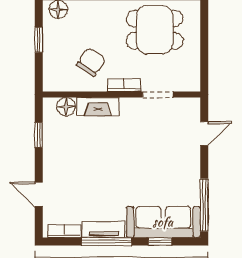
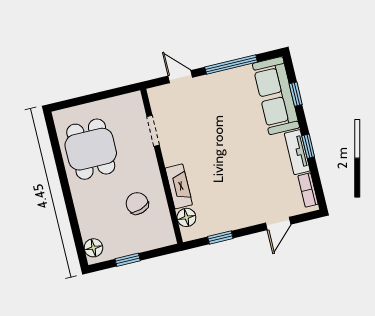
chair: (91, 62) -> (137, 203), turned 38
bookcase: (124, 85) -> (152, 166), removed
window: (204, 205) -> (231, 64), moved
window: (107, 242) -> (308, 146), width x0.46

